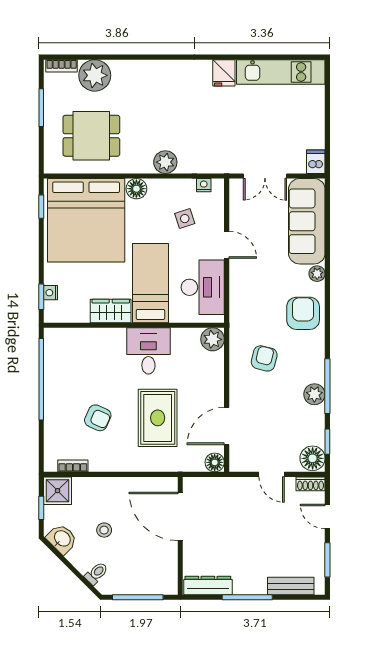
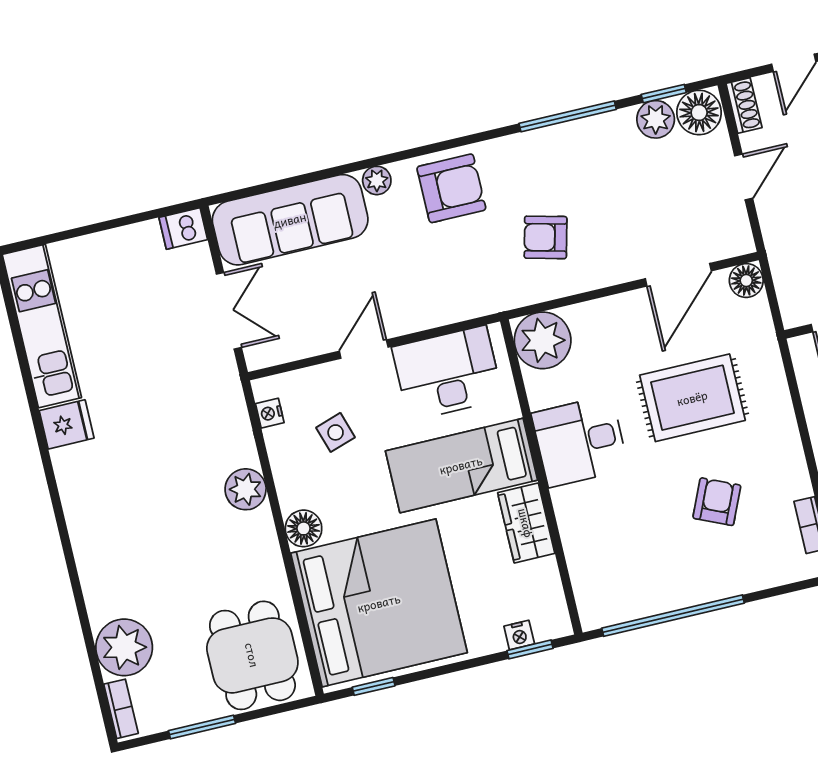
dining table: (91, 136) -> (252, 655), moved
armchair: (303, 313) -> (451, 188), turned 180
plant: (213, 339) -> (543, 340), width x1.36, depth x1.36
plant: (314, 394) -> (656, 119), moved
door: (227, 426) -> (678, 275), hinge flipped

